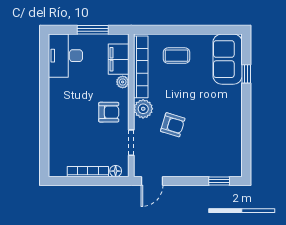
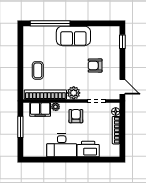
desk: (65, 56) -> (62, 145), moved
sofa: (228, 59) -> (73, 36), moved
window: (246, 74) -> (50, 23), width x3.17
armchair: (173, 125) -> (95, 65), moved, turned -107
printer: (60, 130) -> (88, 149), added

